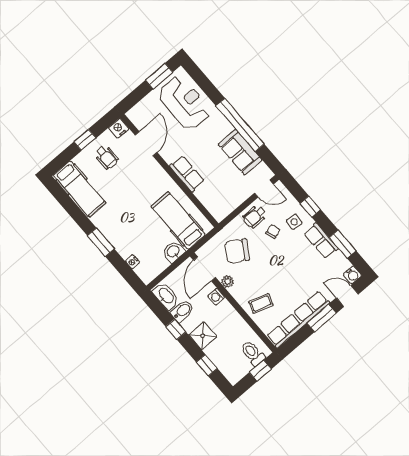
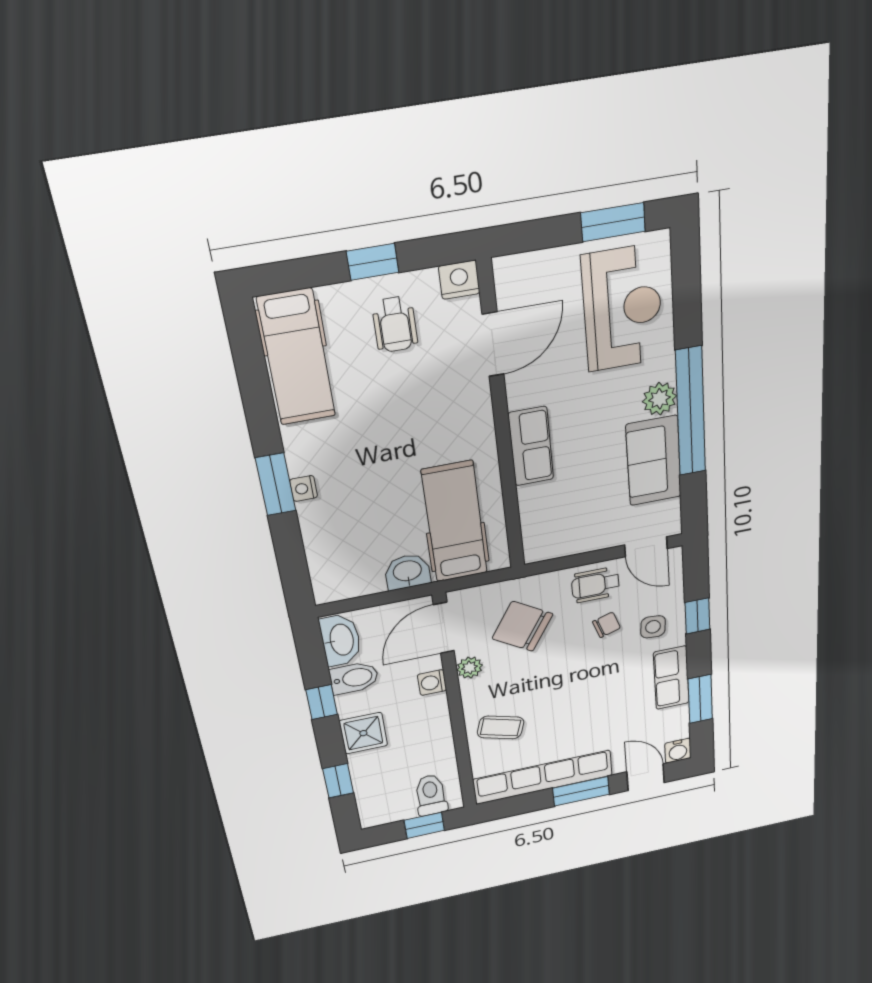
plant: (224, 127) -> (660, 399), added
nightstand: (132, 262) -> (304, 488), moved

